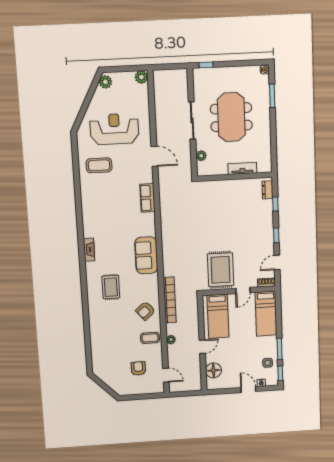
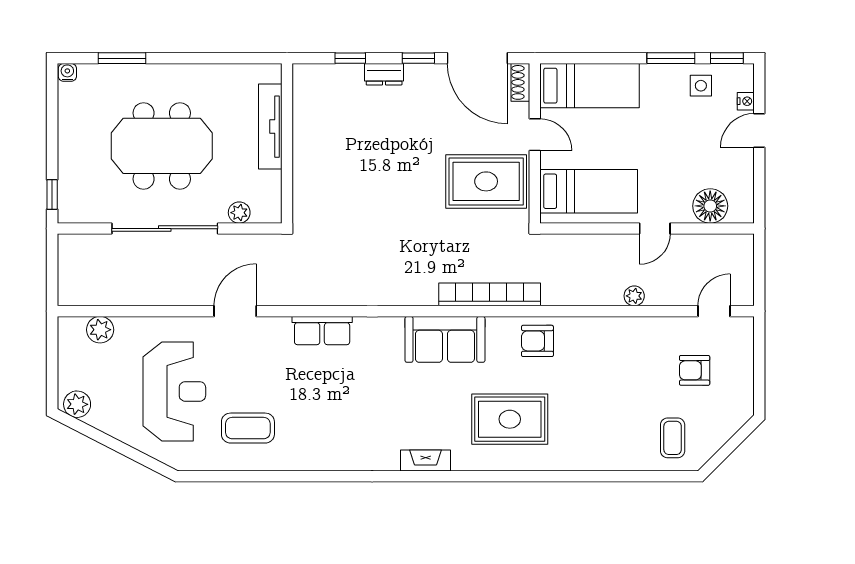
plant: (141, 77) -> (100, 330), moved
sliding door: (192, 121) -> (165, 229), width x1.36
reception desk: (114, 129) -> (174, 391), turned 180
coffee table: (99, 165) -> (248, 428), turned 90
tv unit: (242, 168) -> (270, 127), width x1.41
dresser: (267, 190) -> (384, 74), moved
door: (277, 262) -> (477, 58), width x1.87
rug: (111, 287) -> (510, 419), width x1.36, depth x1.43
bookcase: (170, 300) -> (490, 294), moved
armchair: (146, 311) -> (537, 341), moved, turned 130
coffee table: (150, 338) -> (673, 438), moved
door: (202, 347) -> (655, 229), swing flipped

